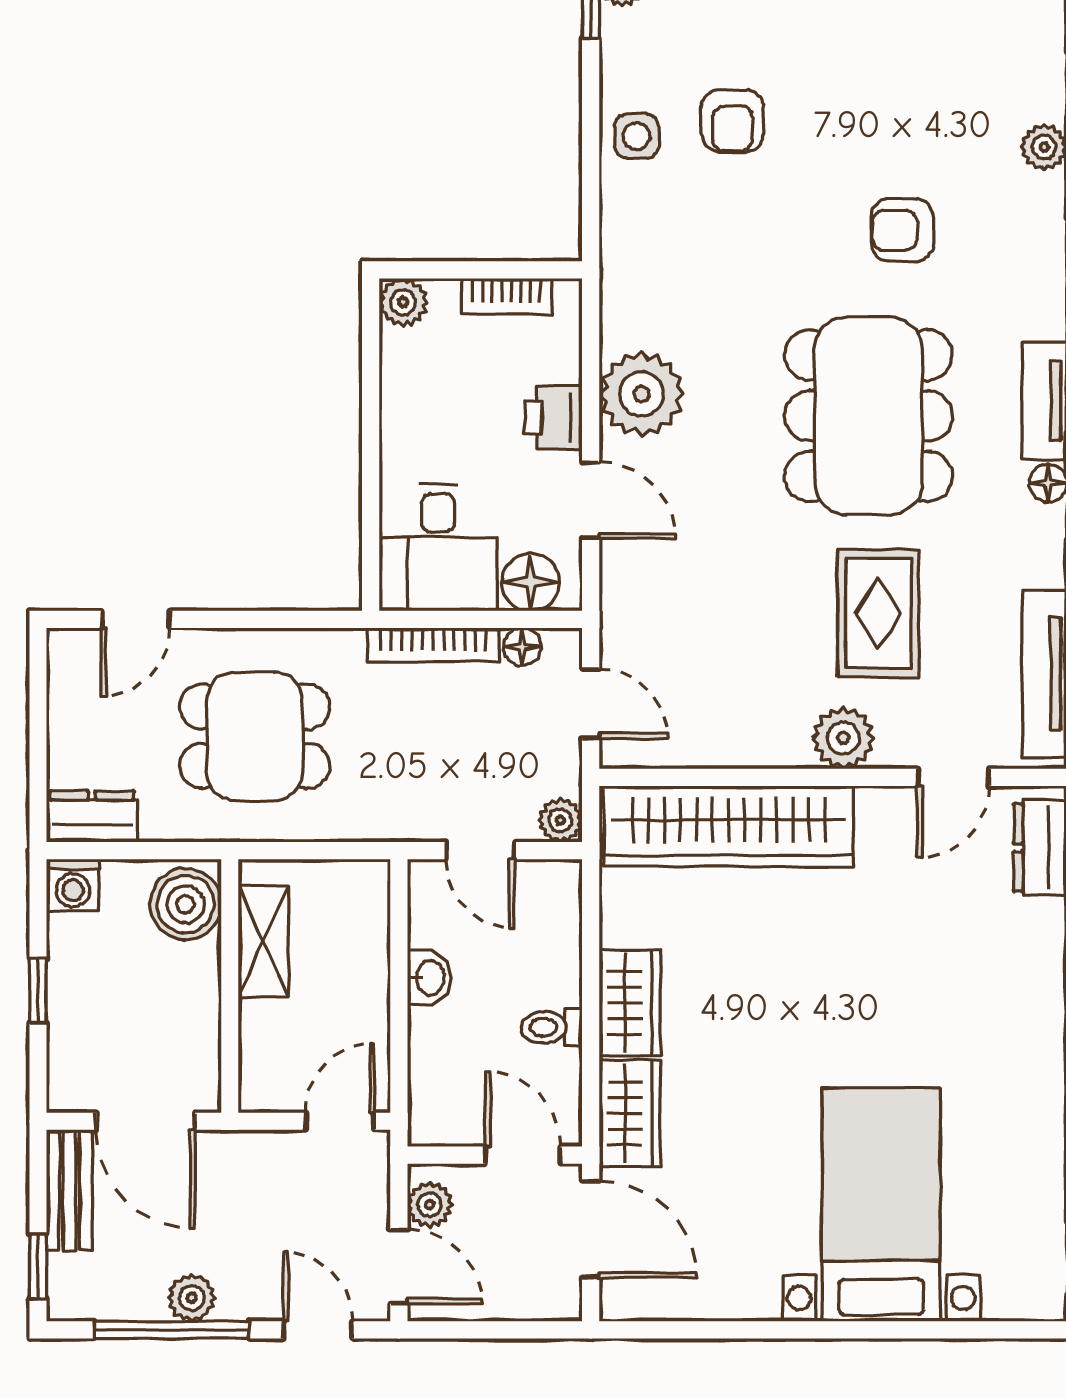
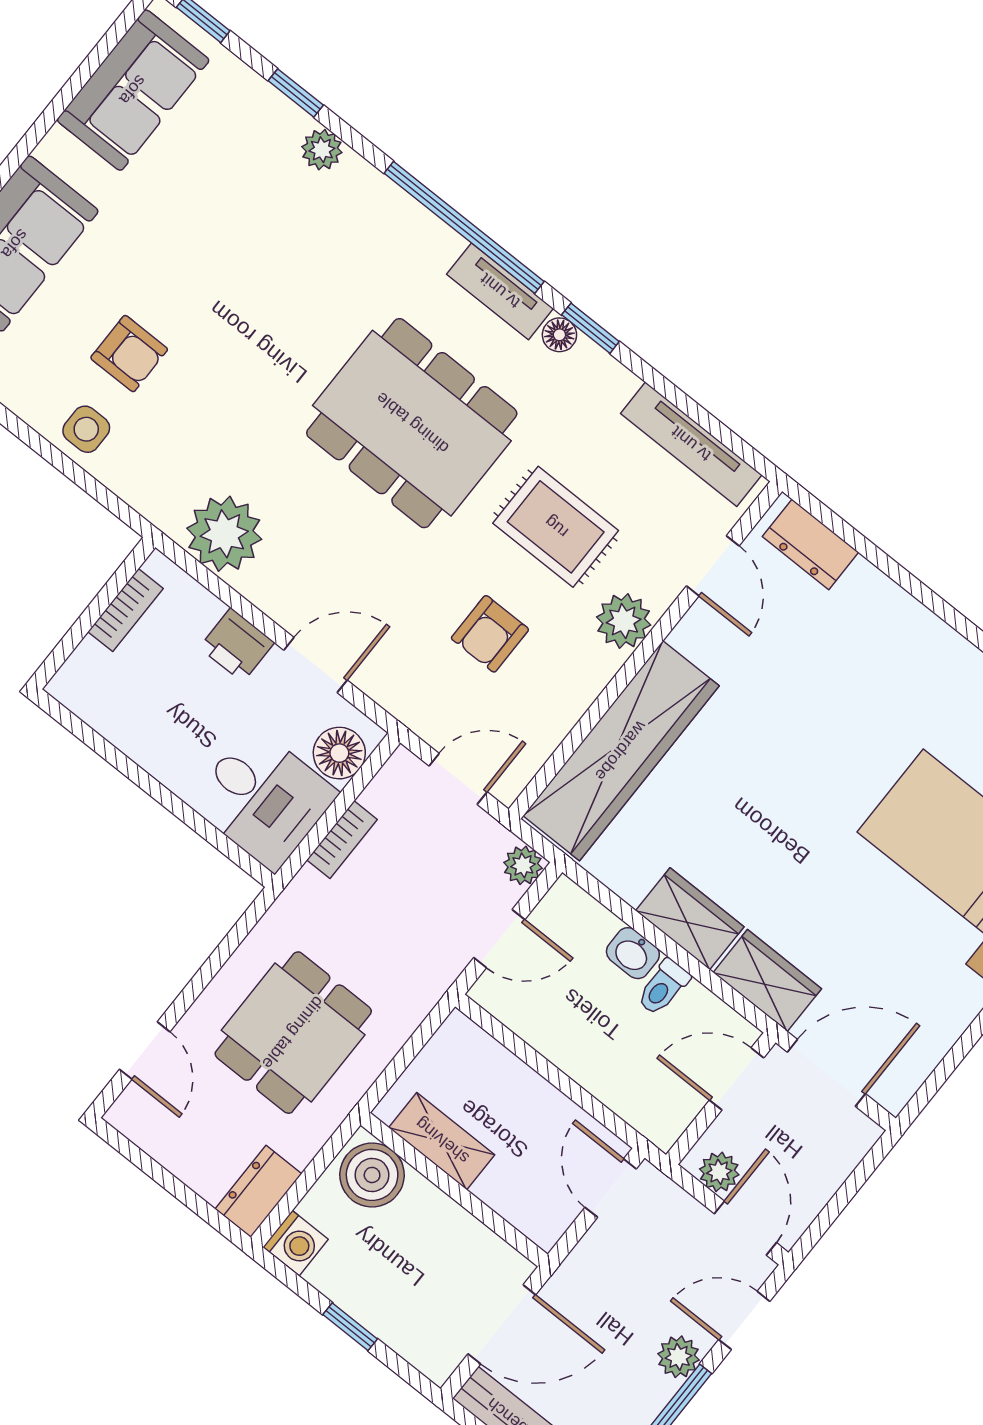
armchair: (902, 230) -> (490, 634), moved
plant: (403, 302) -> (72, 686), removed
plant: (642, 394) -> (224, 534), moved
bookcase: (433, 645) -> (342, 840), width x0.64
floor lamp: (522, 647) -> (380, 795), removed
washbasin: (429, 978) -> (633, 953), moved, turned 180
door: (399, 1267) -> (745, 1228), hinge flipped
plant: (192, 1298) -> (678, 1357), moved

